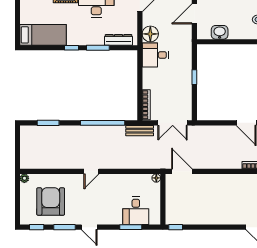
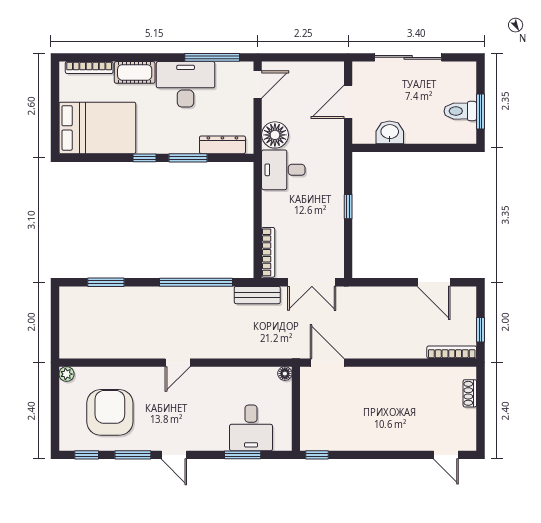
bed: (43, 35) -> (97, 128), width x1.50

